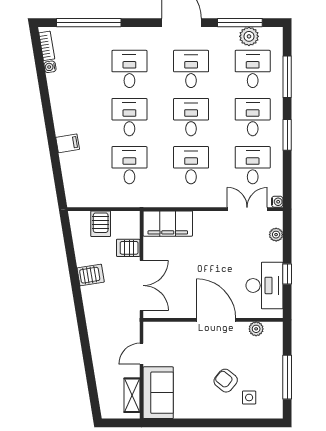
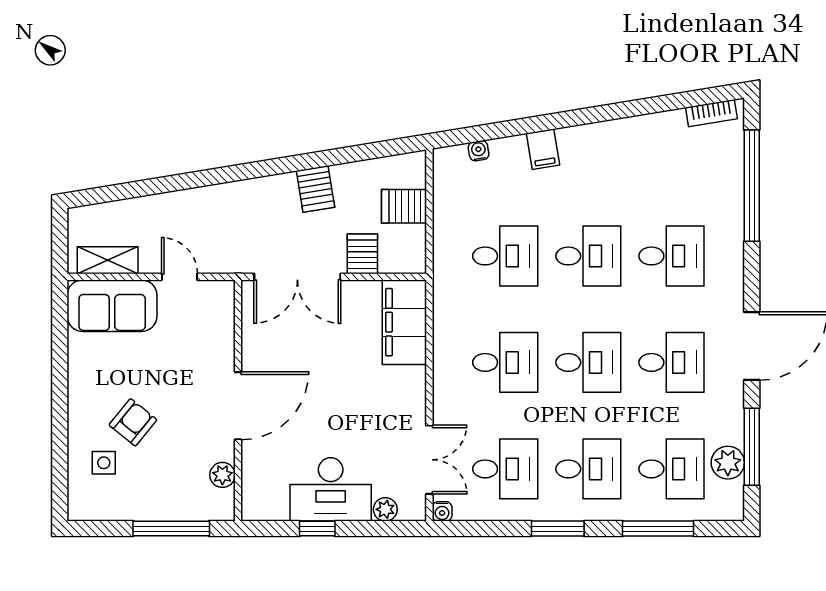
water cooler: (50, 67) -> (479, 151), moved
desk: (264, 285) -> (331, 489), moved
window: (287, 377) -> (171, 529), moved

